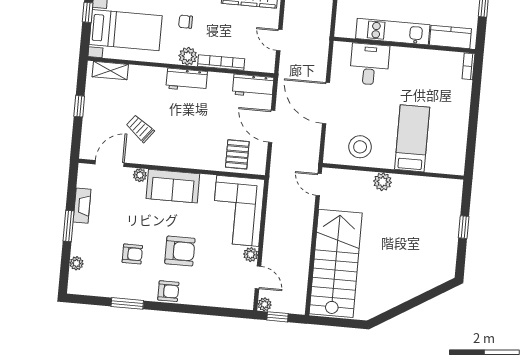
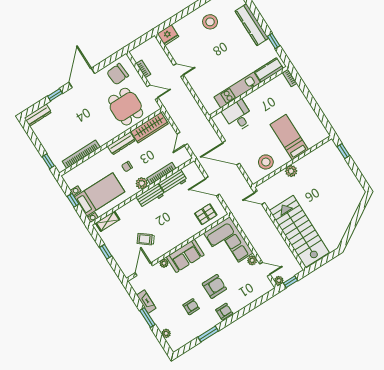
door: (279, 40) -> (182, 139), hinge flipped
workbench: (253, 86) -> (173, 182), moved
pallet: (237, 154) -> (206, 214), turned 90
window: (464, 227) -> (343, 151), moved

